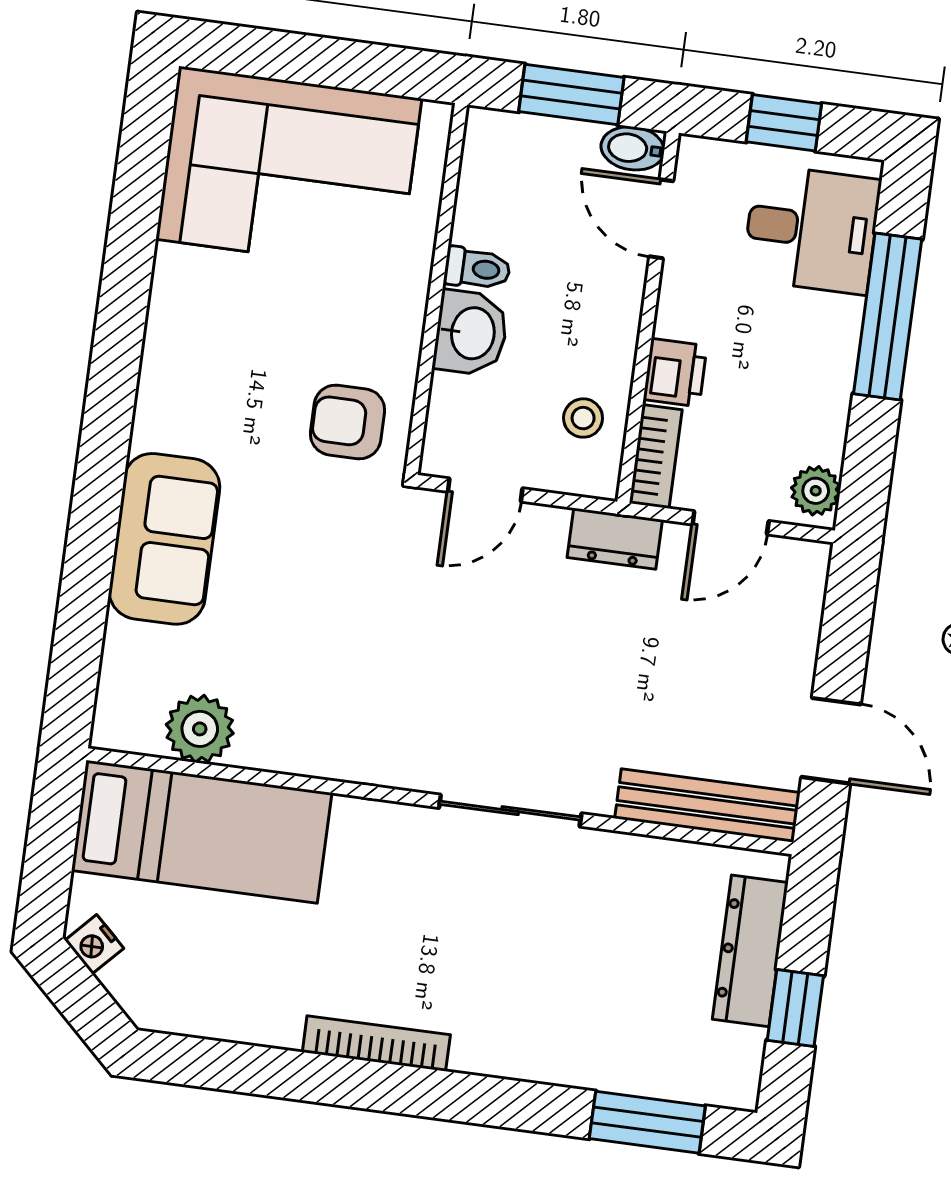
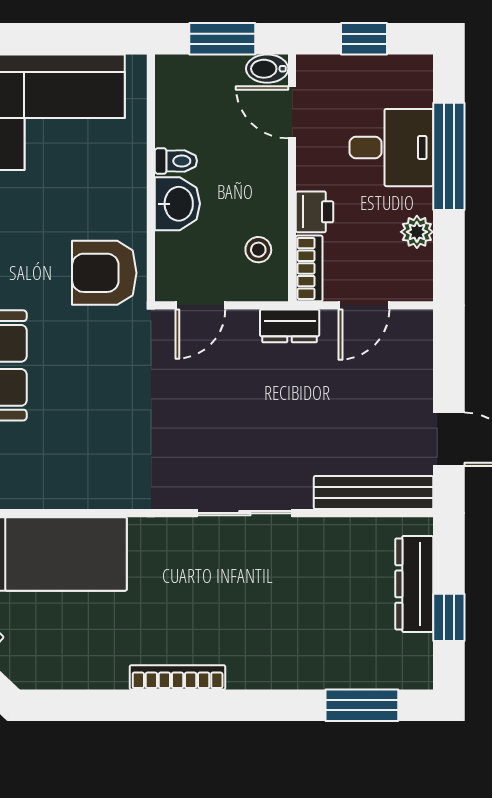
desk: (811, 229) -> (391, 148), moved
armchair: (348, 422) -> (104, 273), width x1.38, depth x1.38
plant: (816, 491) -> (417, 232), moved
plant: (200, 729) -> (34, 487), removed

